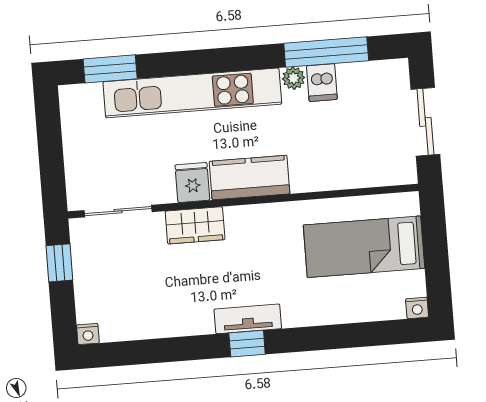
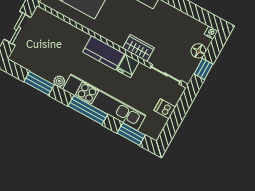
window: (326, 52) -> (39, 83), width x0.69
window: (211, 61) -> (88, 110), added
dishwasher: (322, 83) -> (165, 109), moved, turned -90
floor lamp: (89, 288) -> (198, 51), added

